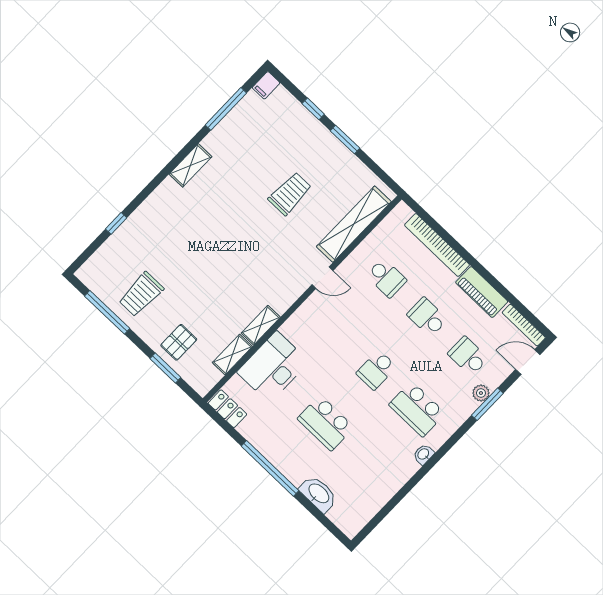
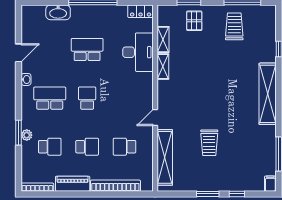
shelving: (190, 165) -> (268, 94), width x2.20, depth x1.33
door: (528, 362) -> (18, 53), moved

